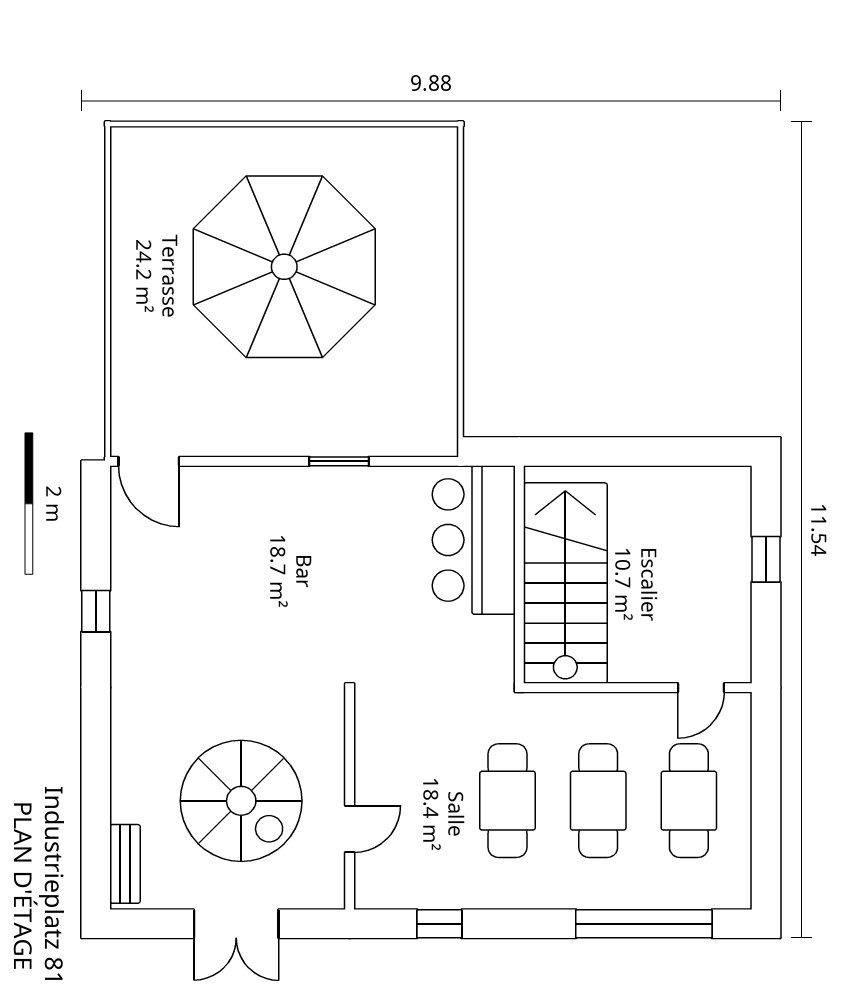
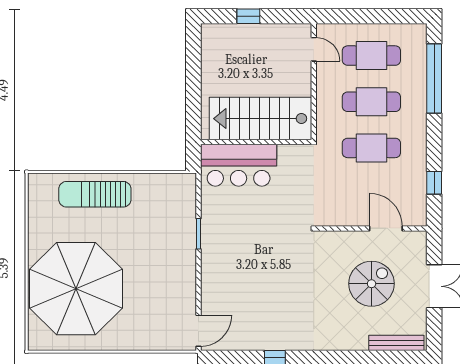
sun lounger: (417, 258) -> (95, 194), added
parasol: (284, 267) -> (76, 289), moved
spiral stairs: (241, 801) -> (372, 284), width x0.73, depth x0.73
door: (350, 829) -> (386, 228), width x1.37
bench: (125, 864) -> (396, 343), width x1.36

